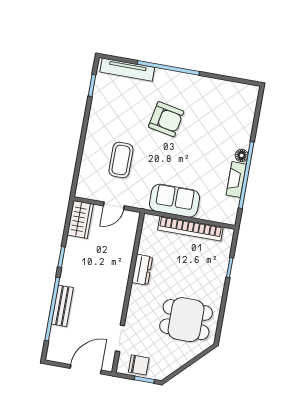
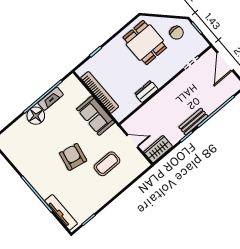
armchair: (166, 119) -> (73, 157), moved
floor lamp: (242, 155) -> (36, 116), width x1.89, depth x1.89
bench: (62, 306) -> (193, 121), moved
chair: (139, 365) -> (177, 33), moved, turned 180
door: (86, 369) -> (225, 61), hinge flipped

